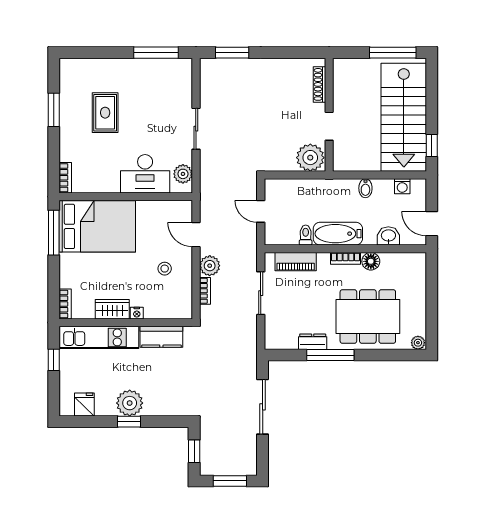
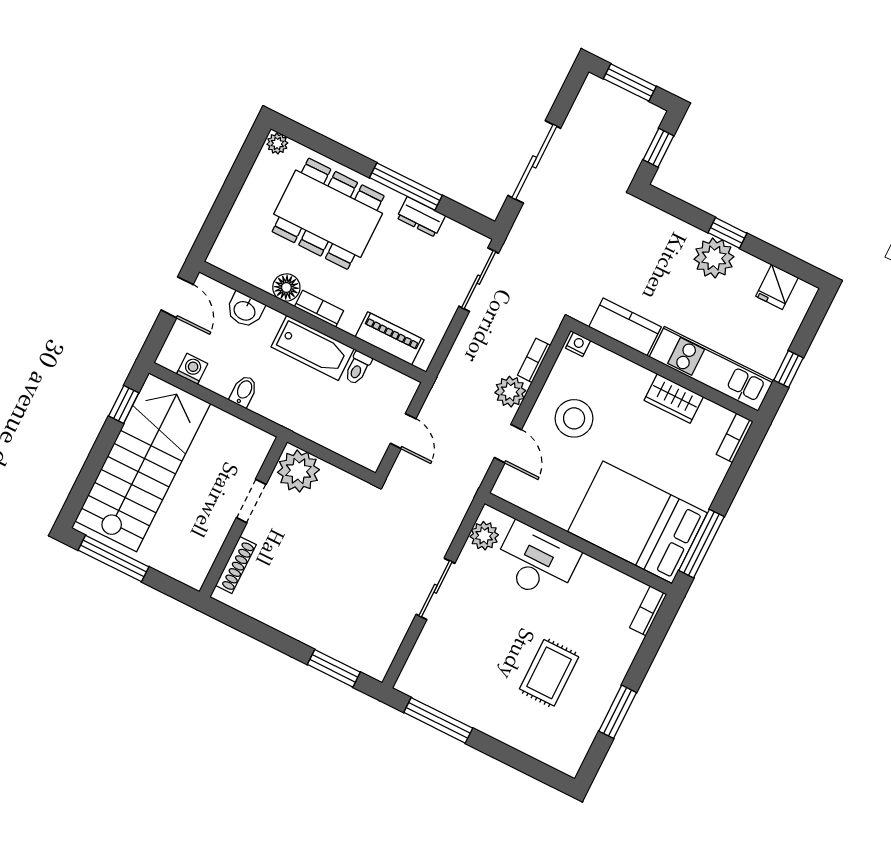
stool: (165, 269) -> (574, 418), width x1.89, depth x1.89
sliding door: (261, 293) -> (479, 280), moved
nightstand: (137, 313) -> (578, 344), moved

